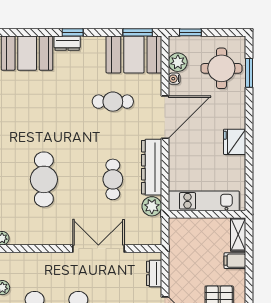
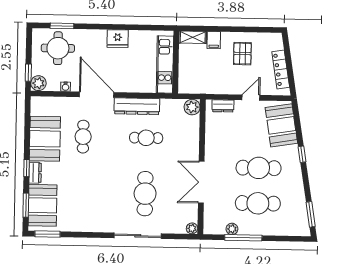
window: (138, 32) -> (26, 205), moved
booth: (134, 54) -> (45, 139), moved
plant: (178, 62) -> (38, 83), moved
cafe table: (44, 179) -> (145, 194), turned 90
plant: (152, 206) -> (192, 107), moved
double door: (98, 249) -> (201, 182), moved

